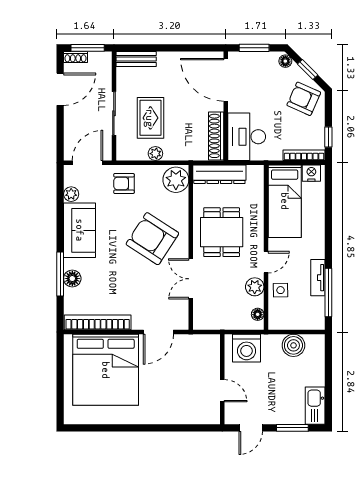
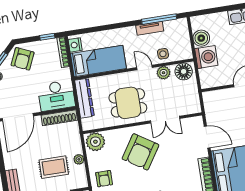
dresser: (219, 174) -> (84, 98), moved
floor lamp: (258, 314) -> (184, 71), width x1.89, depth x1.89
washing machine: (247, 348) -> (206, 57), moved

